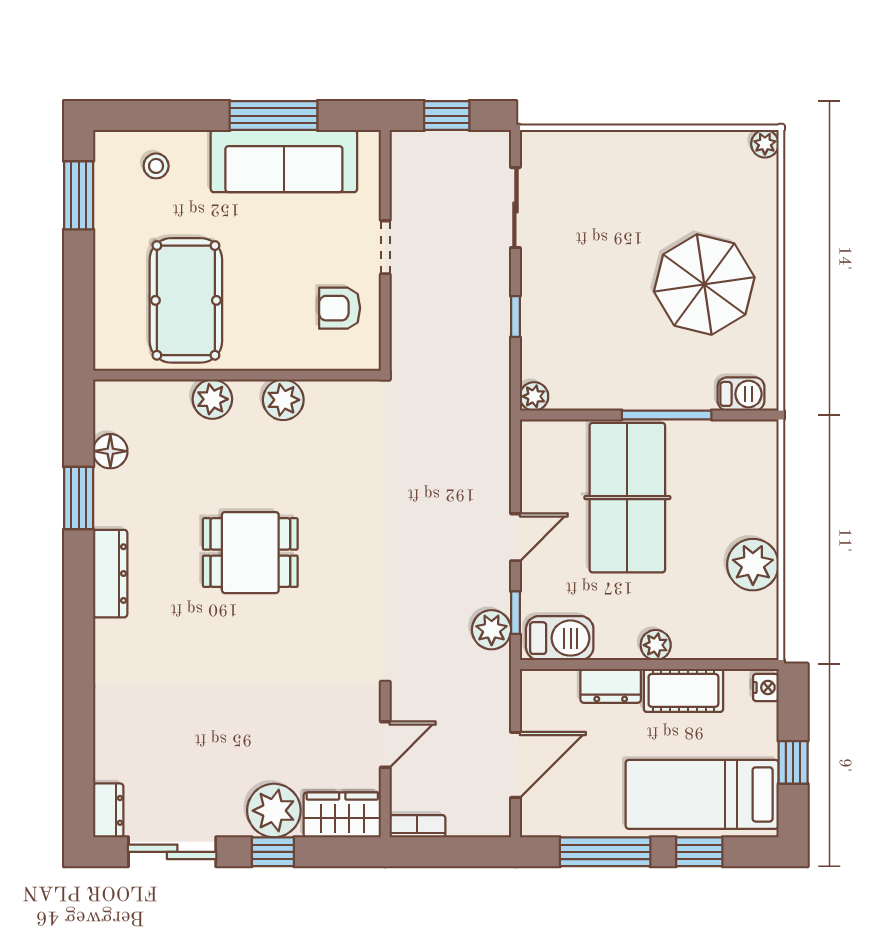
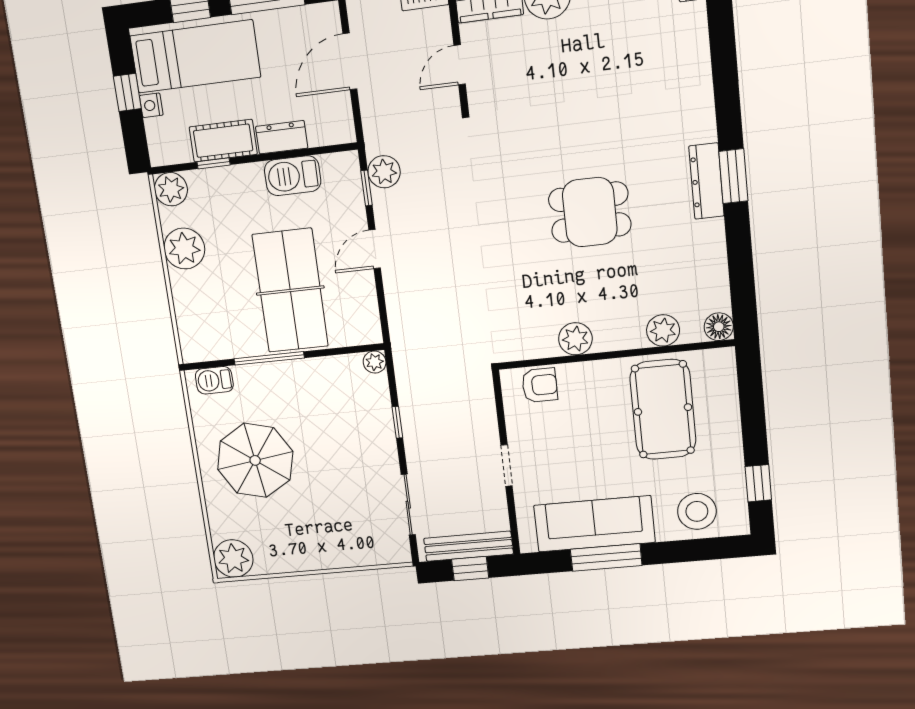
plant: (765, 144) -> (233, 559), width x1.88, depth x1.88
bench: (445, 146) -> (468, 546), added
stool: (156, 166) -> (697, 511), width x1.89, depth x1.89
window: (79, 195) -> (758, 483), width x0.67
armchair: (340, 308) -> (540, 385), moved
plant: (212, 399) -> (663, 330), moved
floor lamp: (110, 451) -> (719, 327), moved
window: (79, 498) -> (733, 176), moved
barbecue: (560, 638) -> (293, 176), moved
plant: (656, 645) -> (171, 189), moved, width x1.38, depth x1.38
window: (700, 664) -> (214, 163), added
nightstand: (766, 687) -> (151, 105), moved

